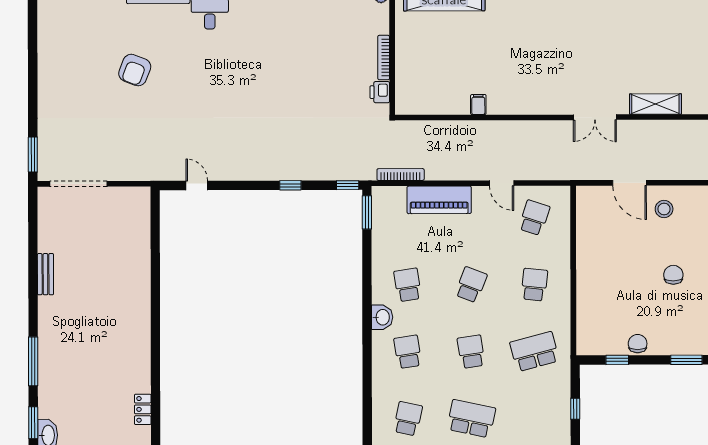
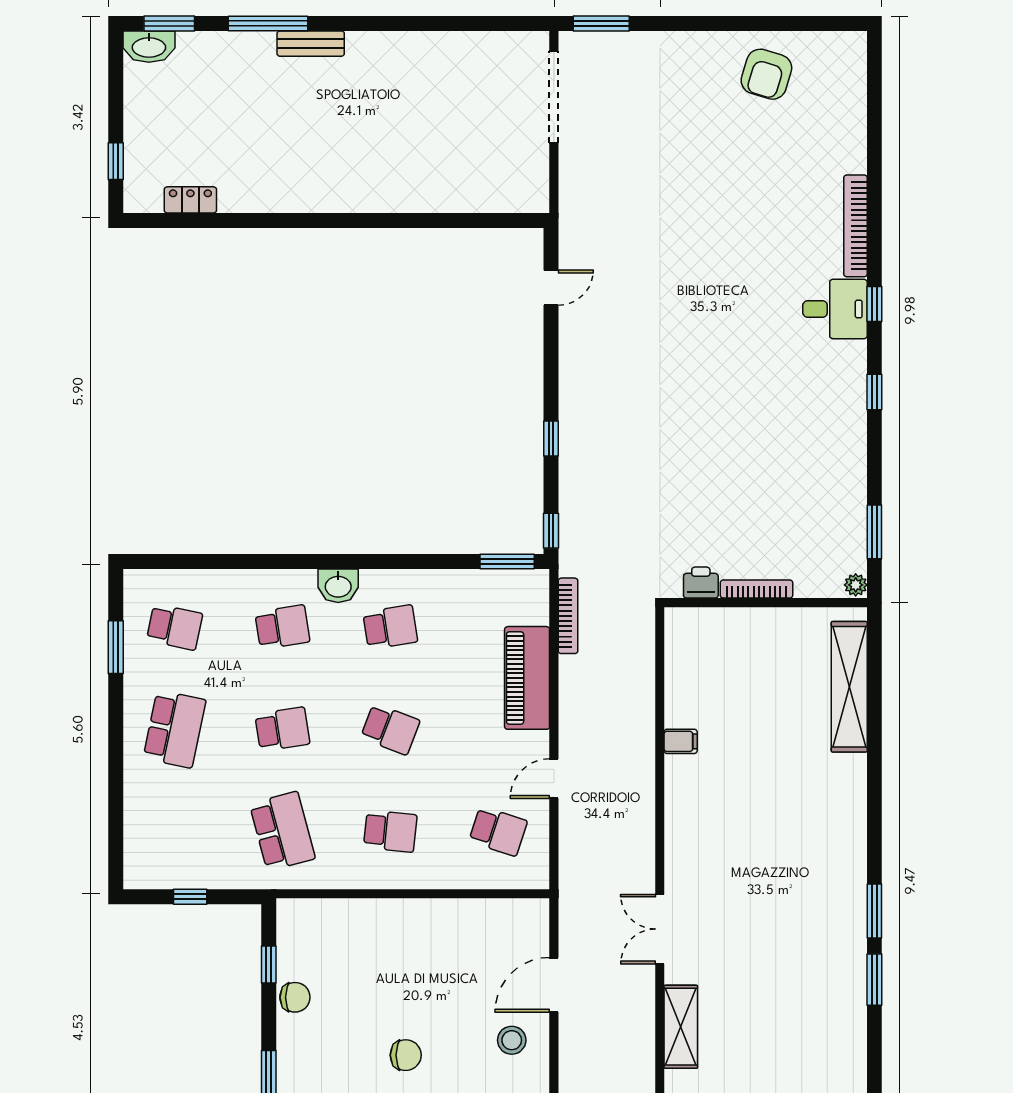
armchair: (135, 70) -> (766, 74), moved, turned -94
bench: (45, 274) -> (311, 44), moved

